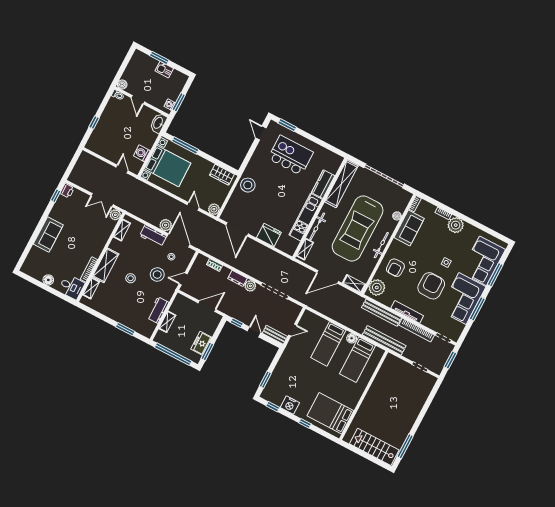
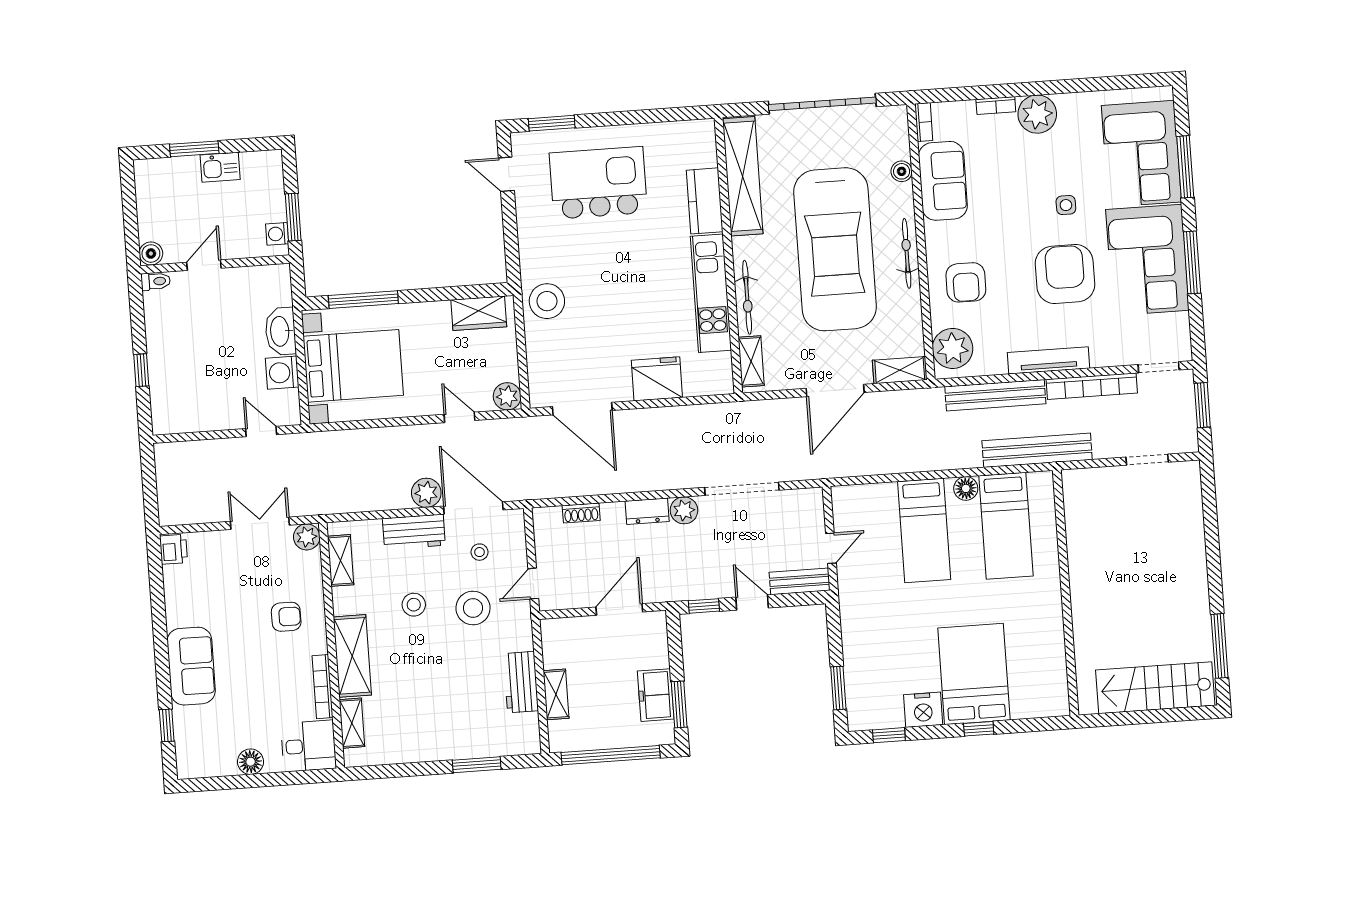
door: (138, 100) -> (204, 265), swing flipped
washbasin: (158, 123) -> (281, 331), moved
window: (56, 196) -> (167, 725), moved
double door: (102, 200) -> (260, 523), swing flipped
armchair: (91, 238) -> (286, 617), added
stool: (131, 278) -> (414, 605), moved
bed: (330, 413) -> (974, 674), moved, turned 90

